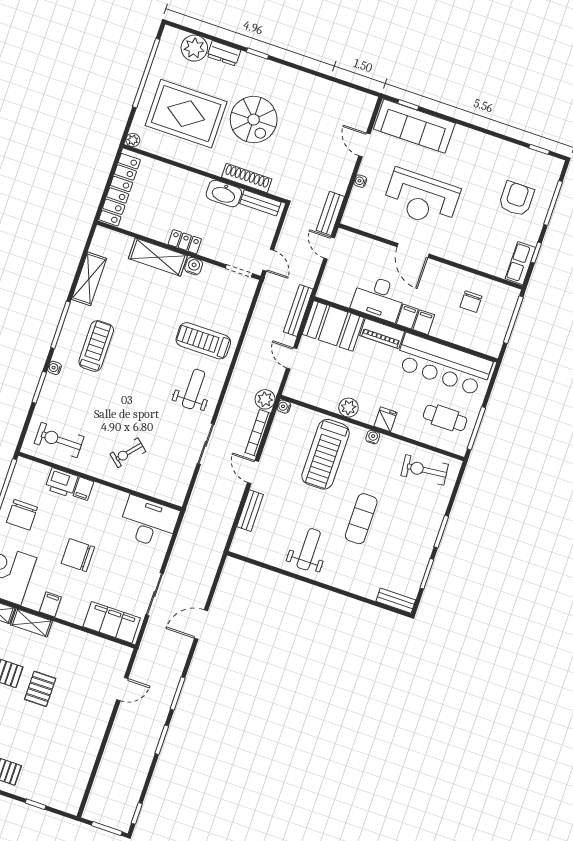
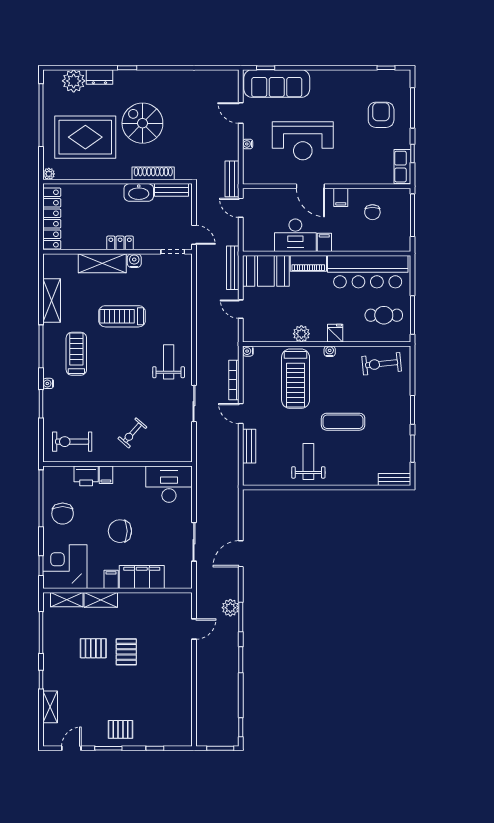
spiral stairs: (254, 120) -> (142, 123), turned 180
filing cabinet: (424, 322) -> (341, 197), moved, turned 180
treadmill: (203, 341) -> (122, 316), moved
plant: (265, 399) -> (230, 608), moved
exercise mat: (361, 519) -> (343, 422), turned 90
filing cabinet: (112, 622) -> (142, 577), moved

